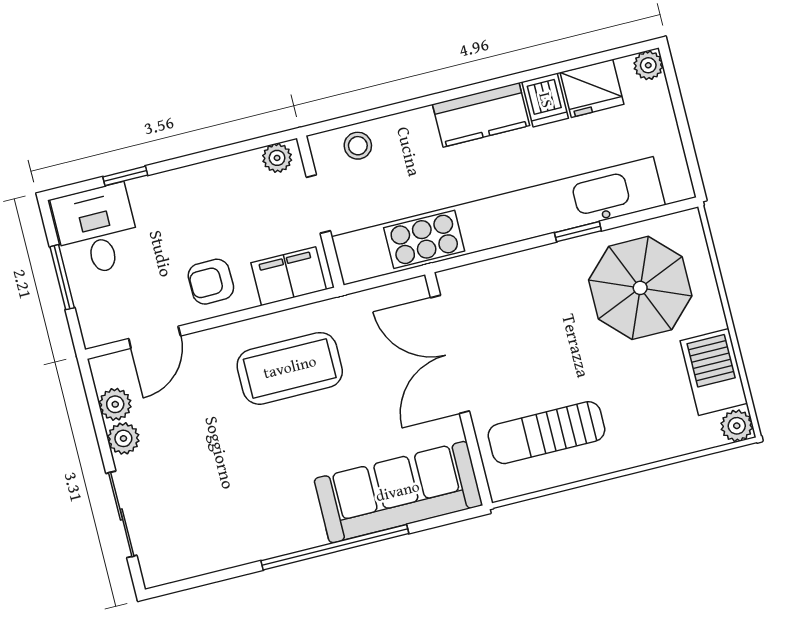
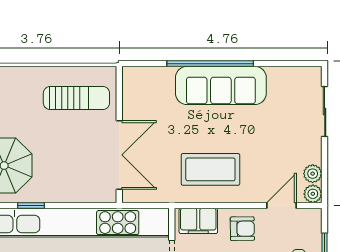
plant: (123, 438) -> (313, 194), moved
sofa: (398, 492) -> (221, 85), moved

